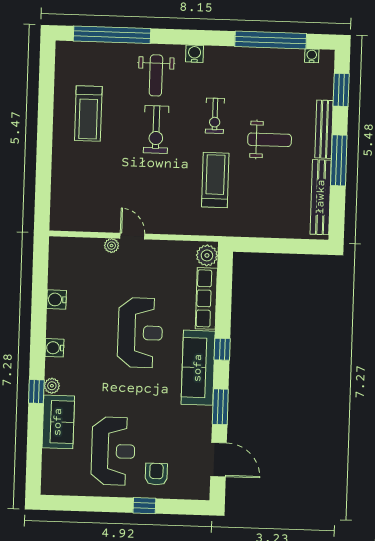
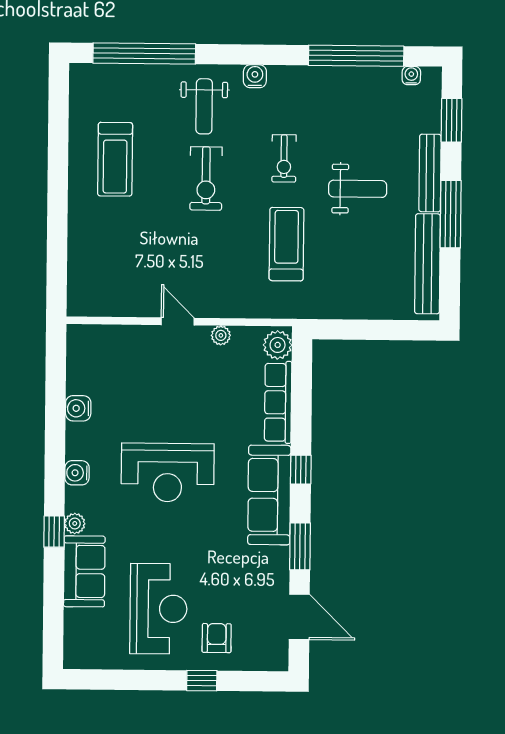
plant: (111, 246) -> (221, 335), moved
reception desk: (140, 333) -> (168, 472), moved, turned 90

